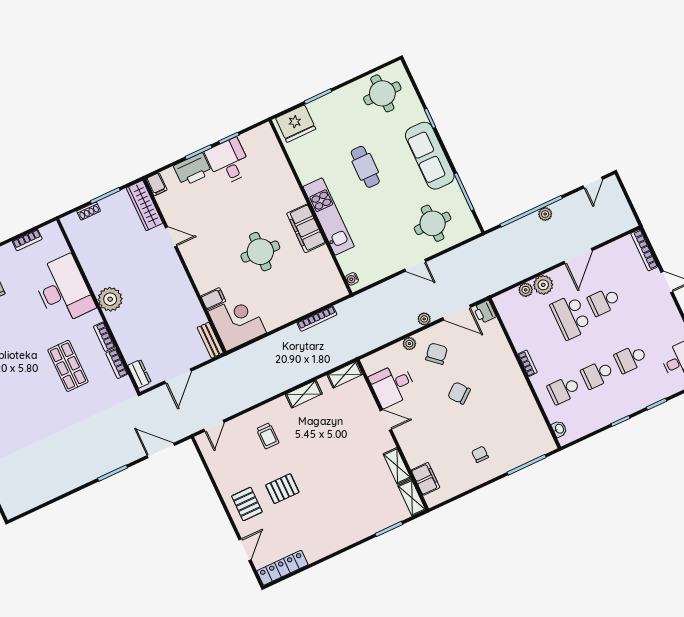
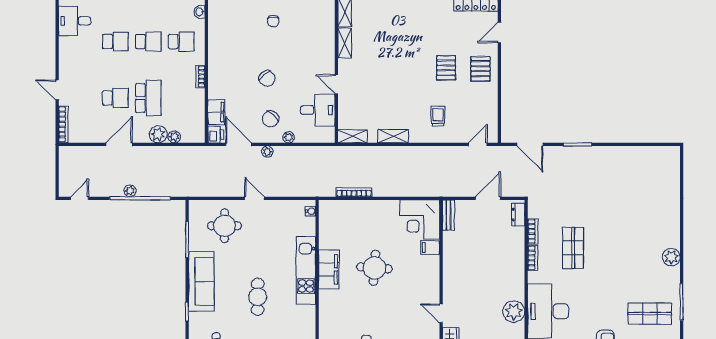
plant: (110, 299) -> (514, 312), moved
filing cabinet: (426, 479) -> (216, 112), moved, turned 180
pallet: (282, 489) -> (446, 68), turned 90

